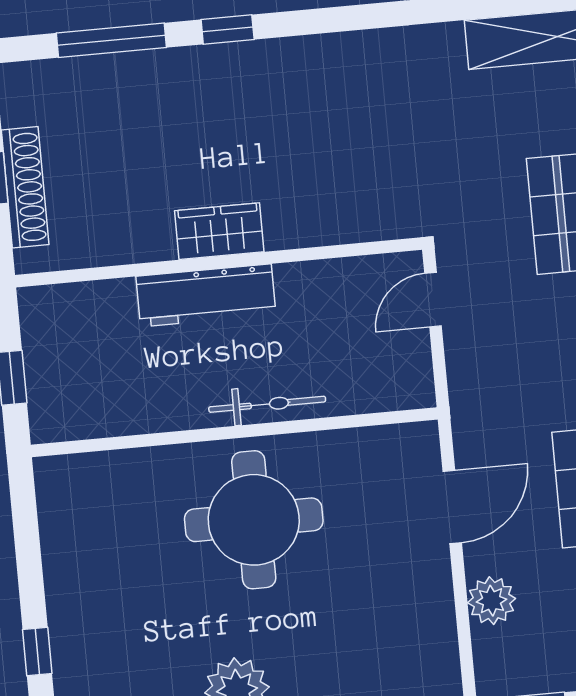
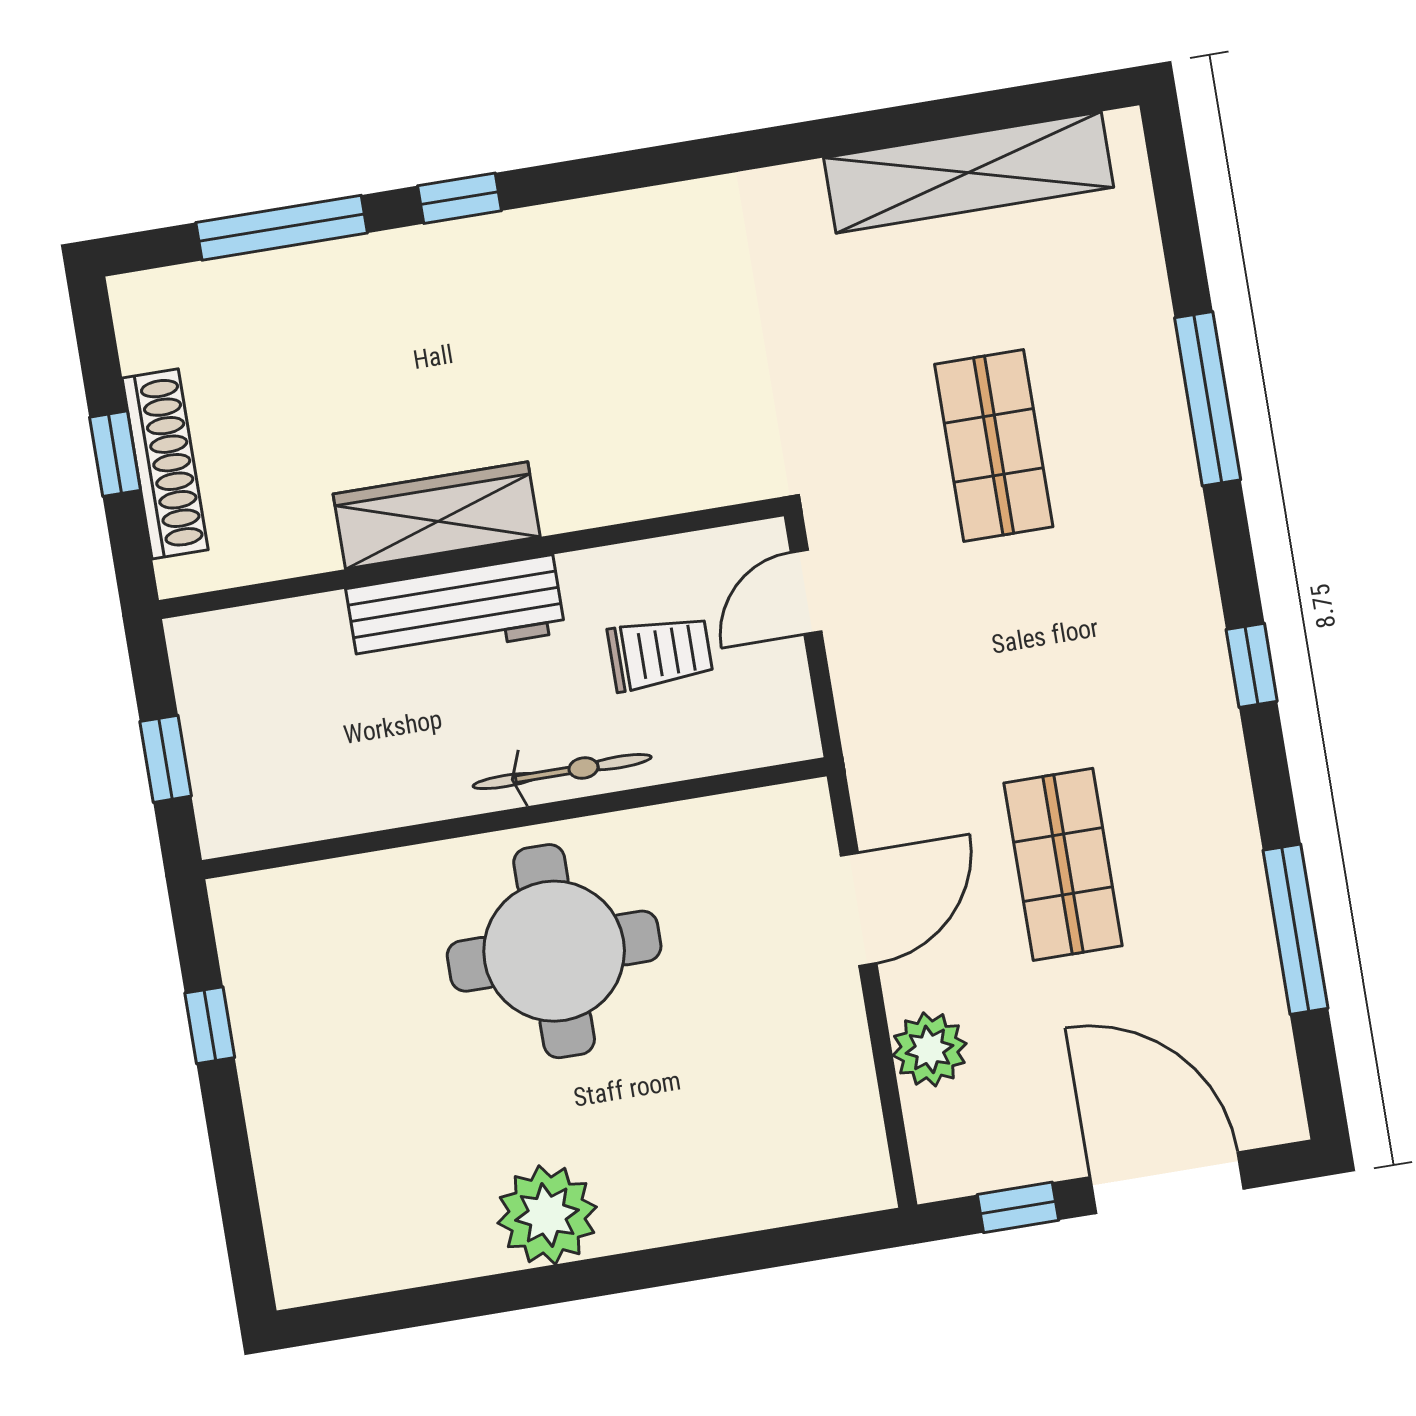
wardrobe: (219, 231) -> (437, 515), width x1.50
trolley: (336, 332) -> (660, 653), added
window: (37, 651) -> (210, 1025), moved

